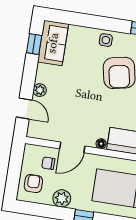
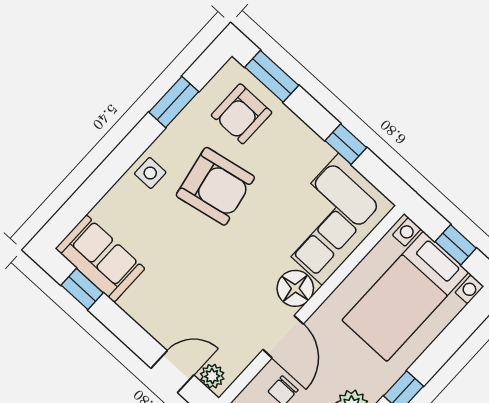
plant: (40, 90) -> (212, 376), moved
floor lamp: (101, 144) -> (295, 288), width x1.89, depth x1.89

